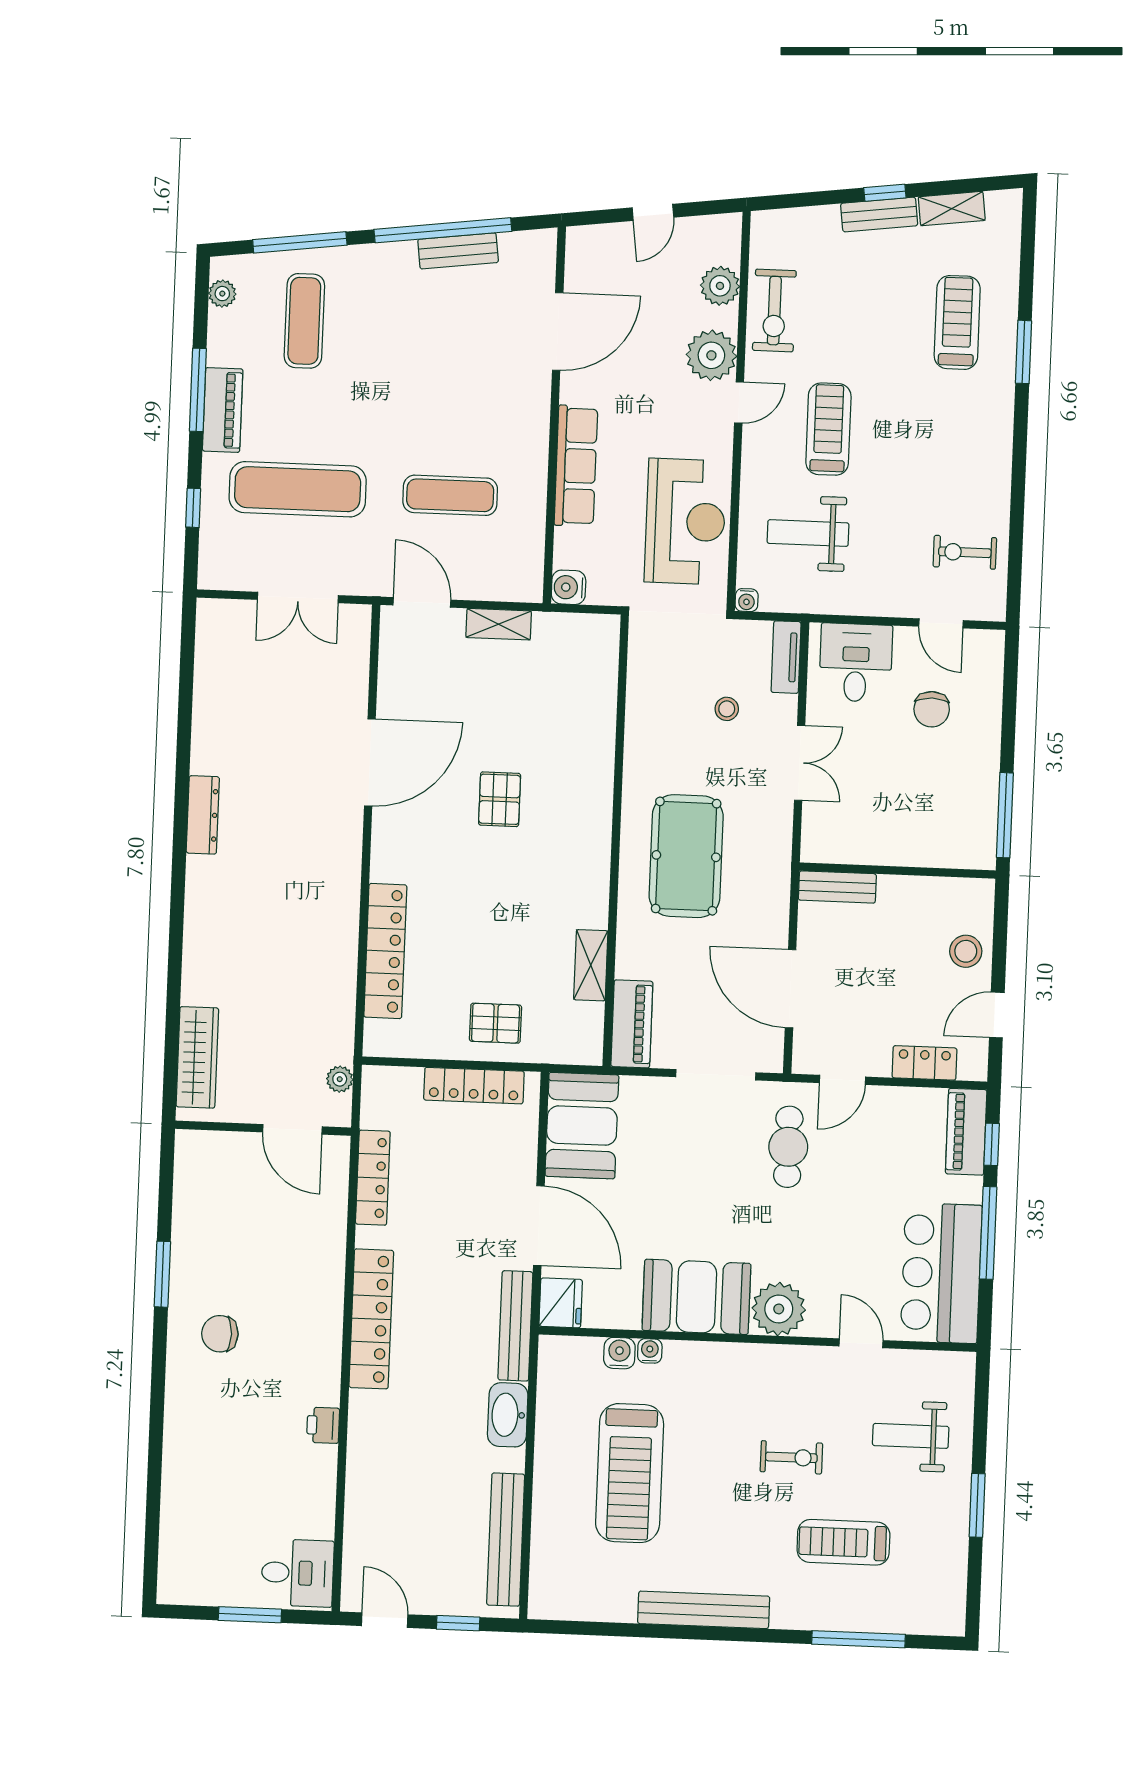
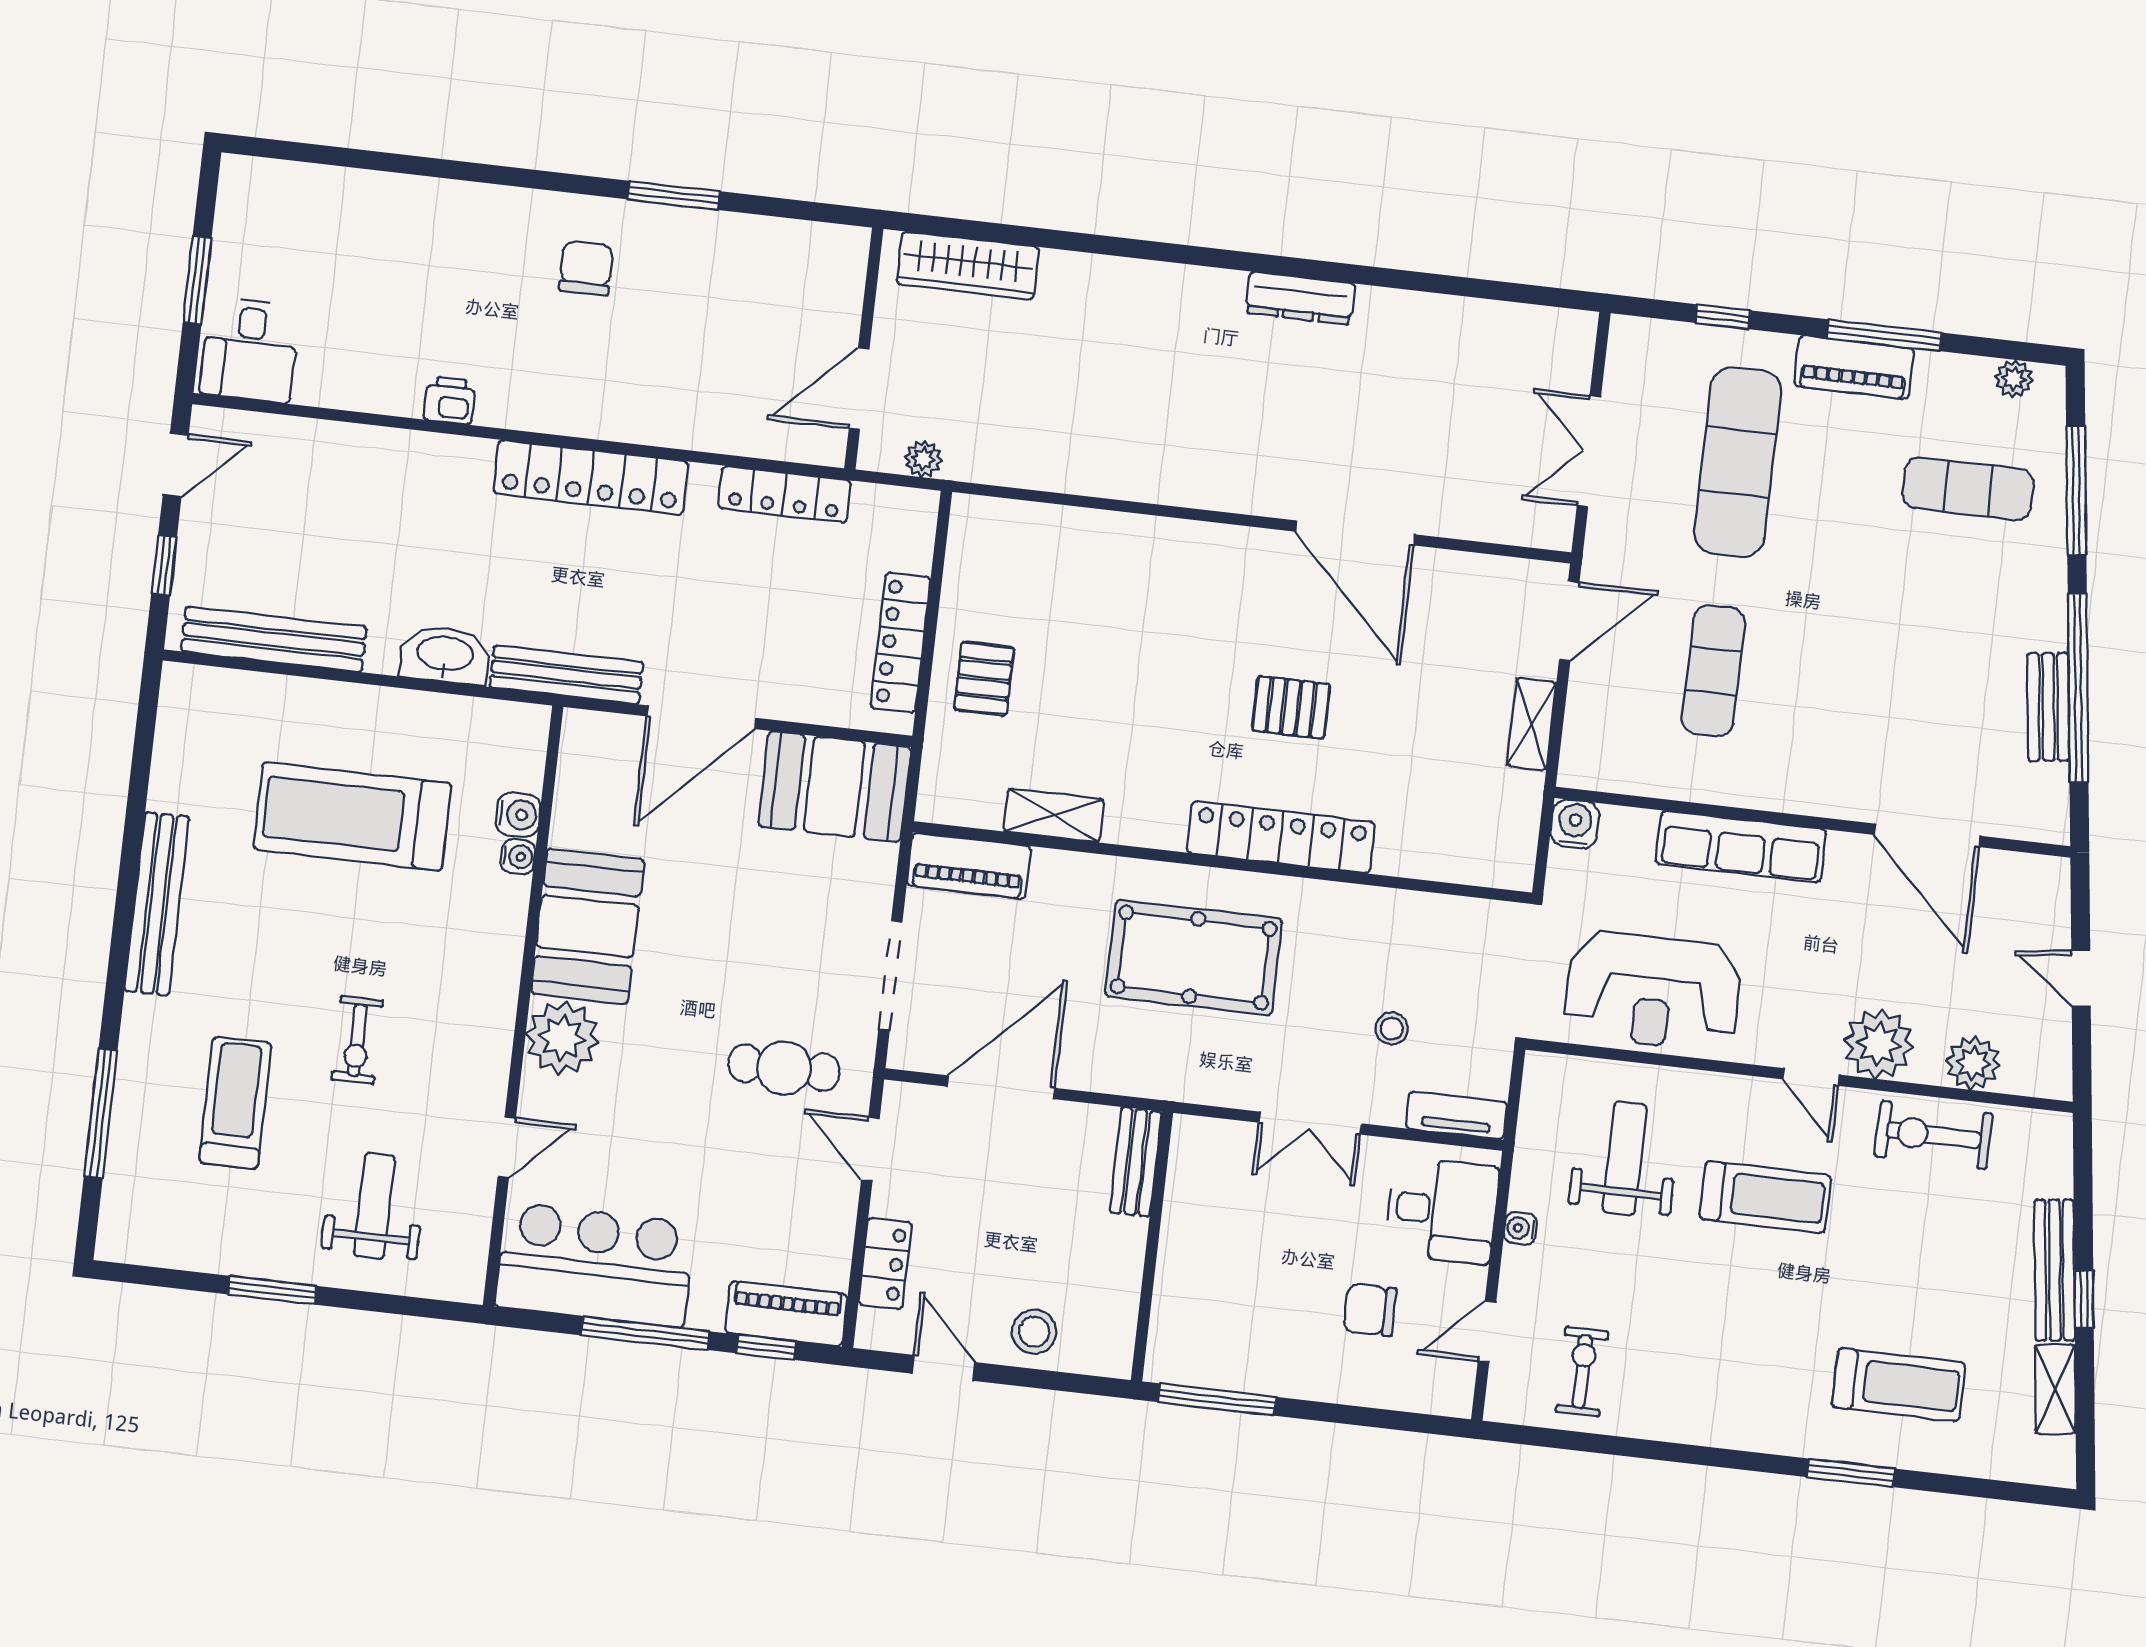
bench: (879, 214) -> (2055, 1270), width x1.36
water cooler: (747, 600) -> (1520, 1228), moved
locker: (385, 951) -> (1281, 837), moved, turned 180
fridge: (561, 1303) -> (593, 739), removed

